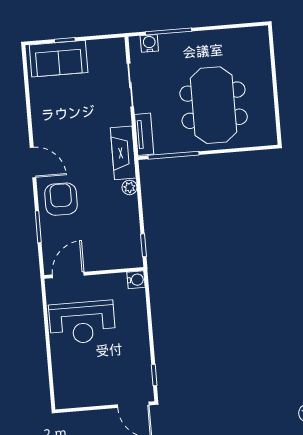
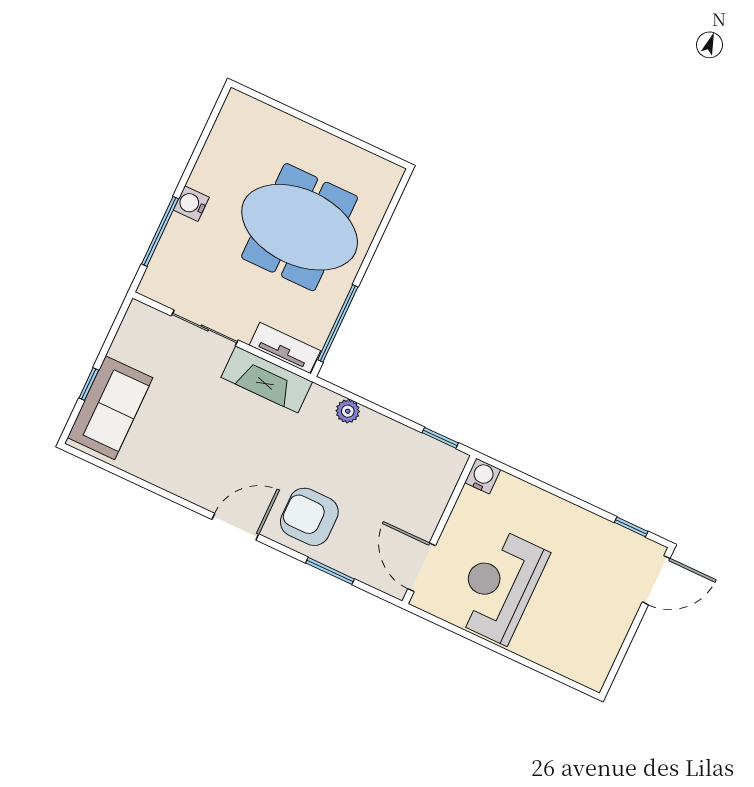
water cooler: (149, 43) -> (191, 204), moved
fireplace: (123, 153) -> (267, 380), moved
reception desk: (82, 322) -> (500, 586), turned 180

